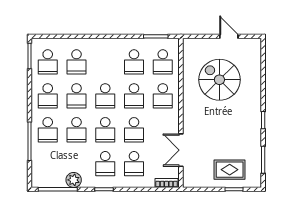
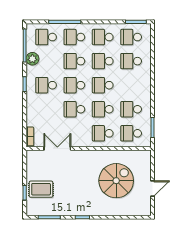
school desk: (134, 164) -> (46, 37), moved
rug: (230, 170) -> (41, 189), turned 90

